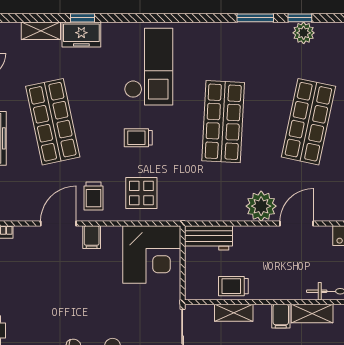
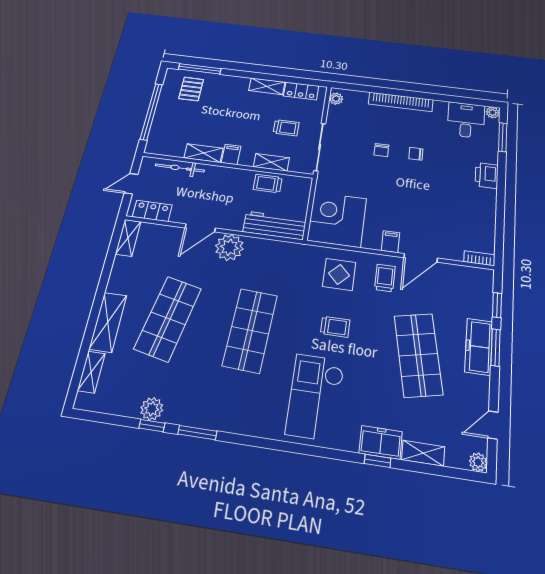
workbench: (208, 238) -> (275, 225), width x1.37
trolley: (233, 286) -> (268, 184), turned 180

